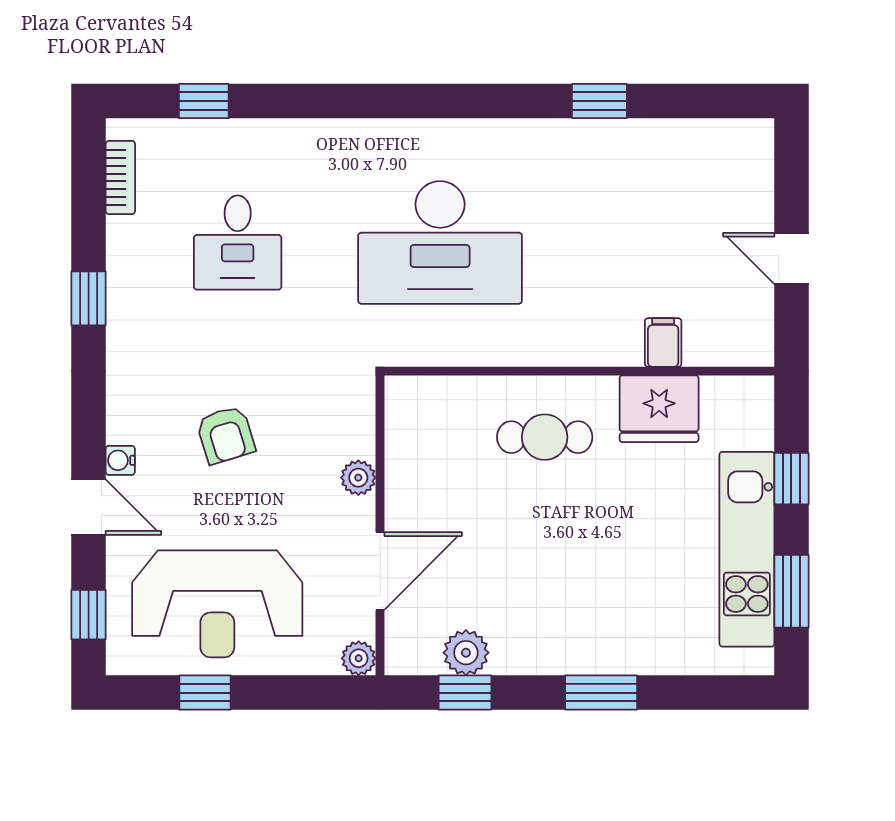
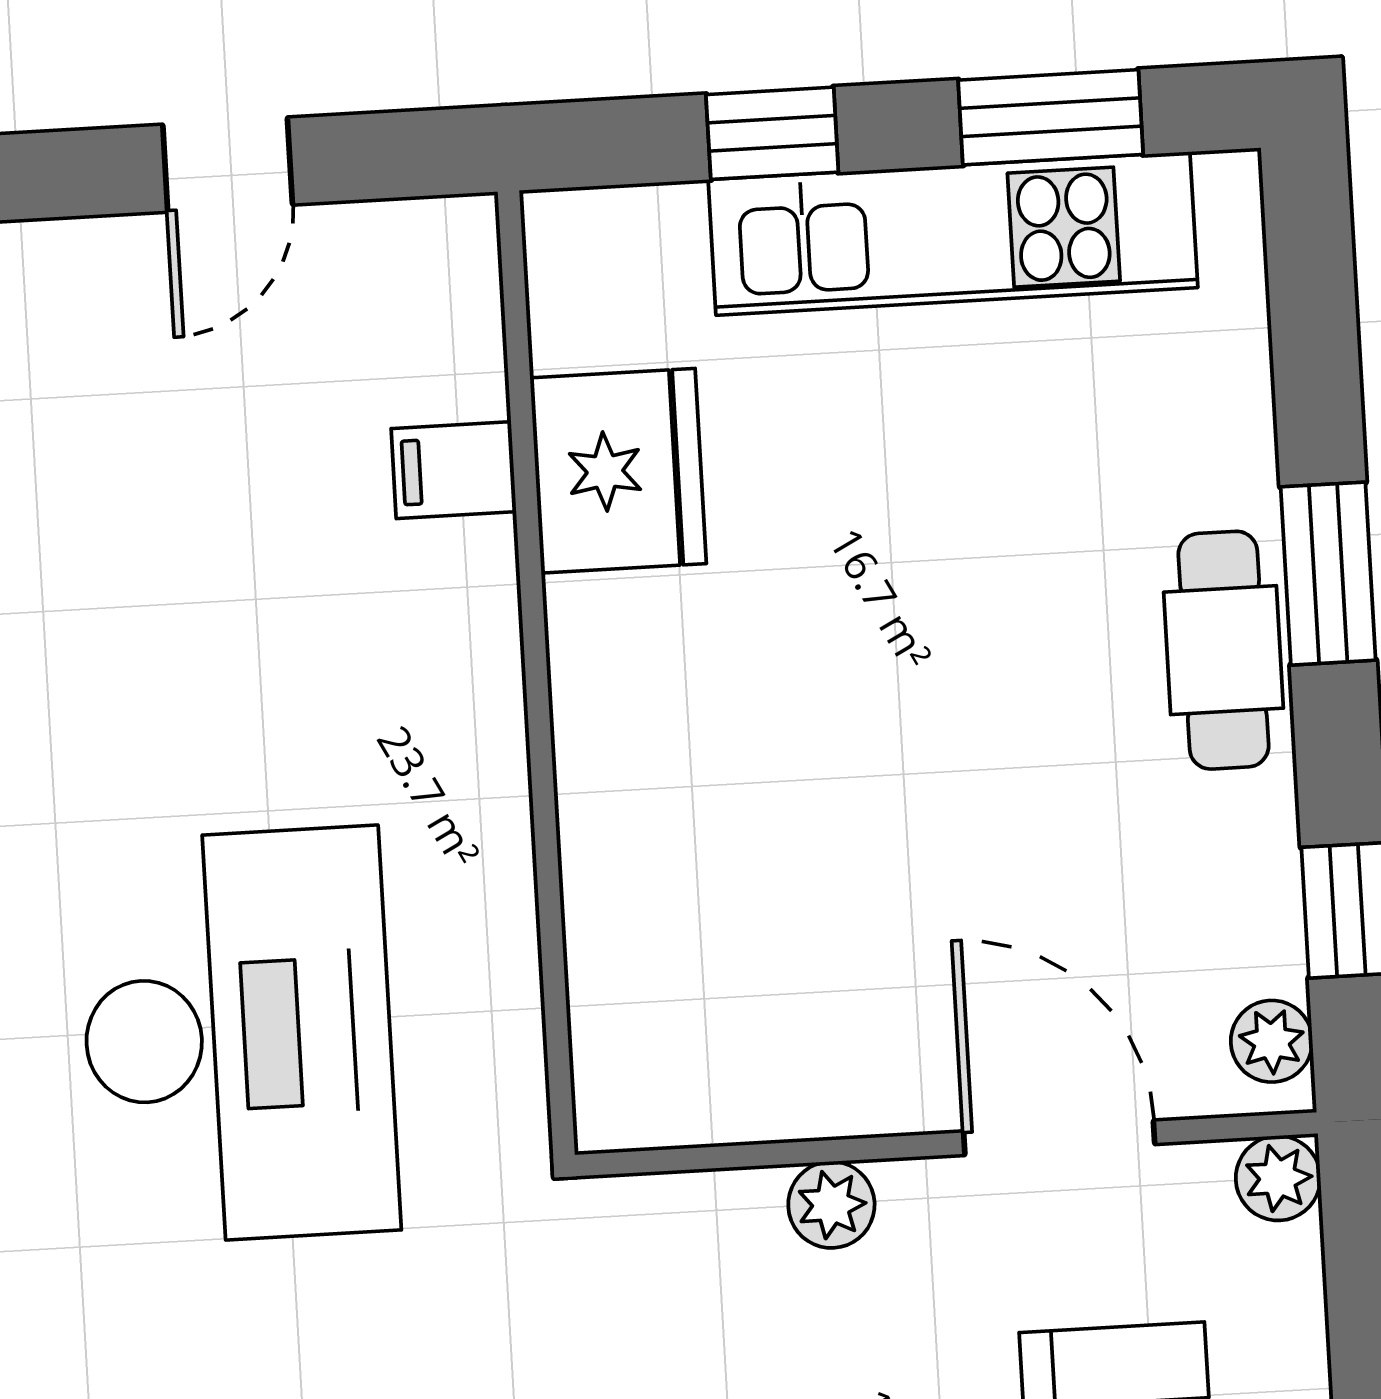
cafe table: (545, 437) -> (1223, 650), moved
plant: (466, 653) -> (1272, 1041), moved, width x0.73, depth x0.73

